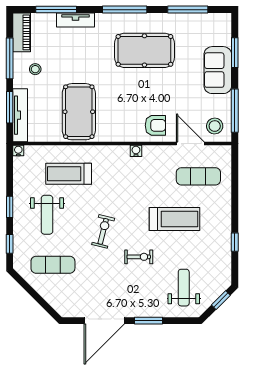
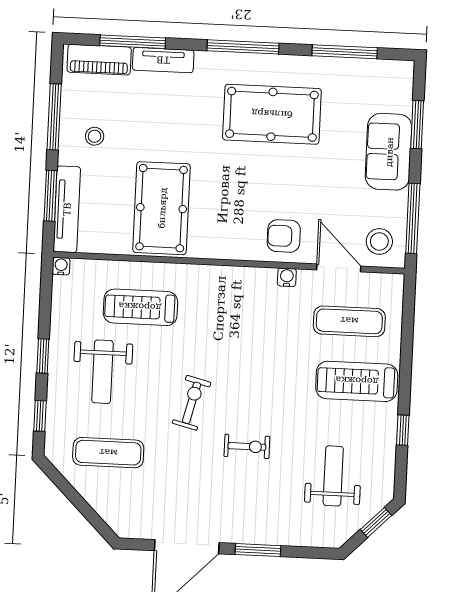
piano: (22, 32) -> (99, 60), moved, turned 90
armchair: (155, 125) -> (284, 236), turned 180
water cooler: (136, 151) -> (287, 277), moved
treadmill: (174, 219) -> (357, 381), moved, turned 180
weight bench: (184, 288) -> (333, 476), moved

